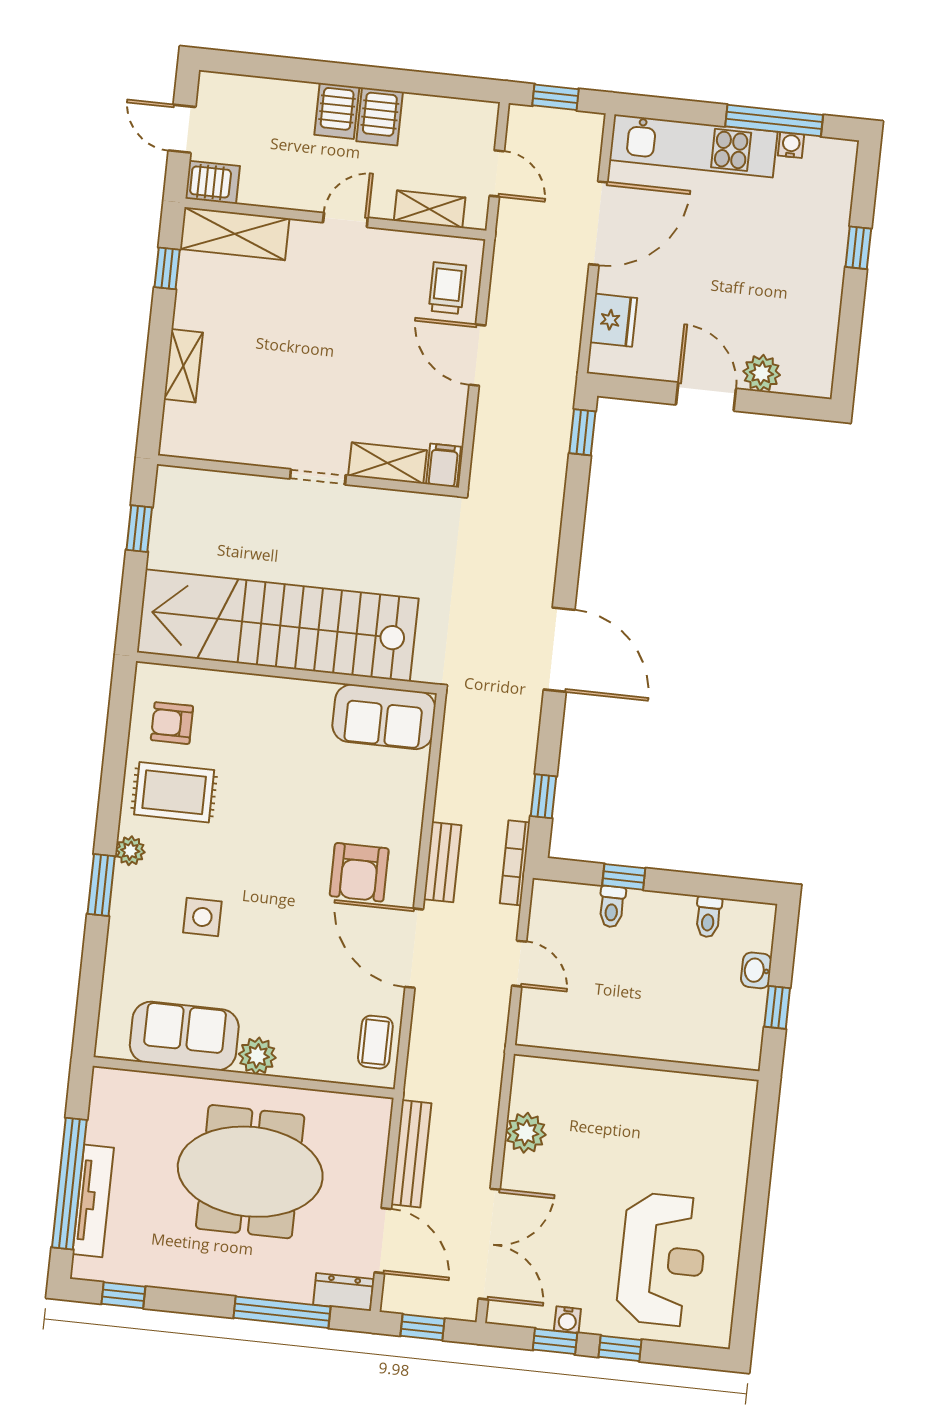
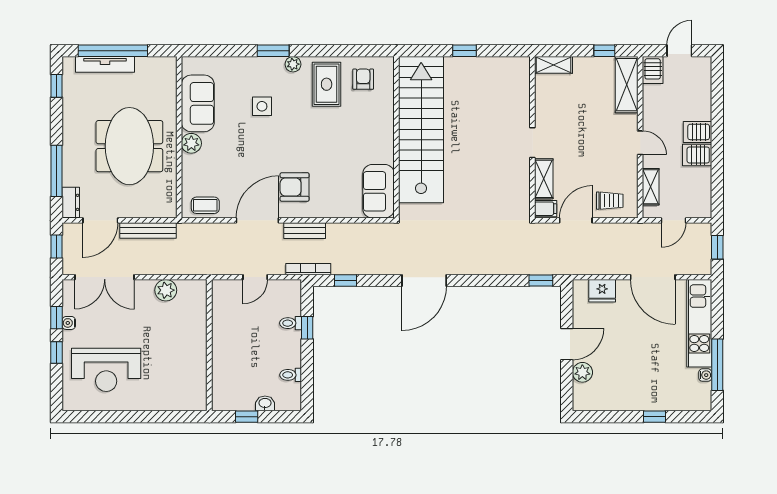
shelving: (387, 463) -> (544, 179), moved
filing cabinet: (443, 465) -> (546, 209), moved
wall: (308, 476) -> (532, 137), moved
doorway: (318, 477) -> (532, 143), moved

